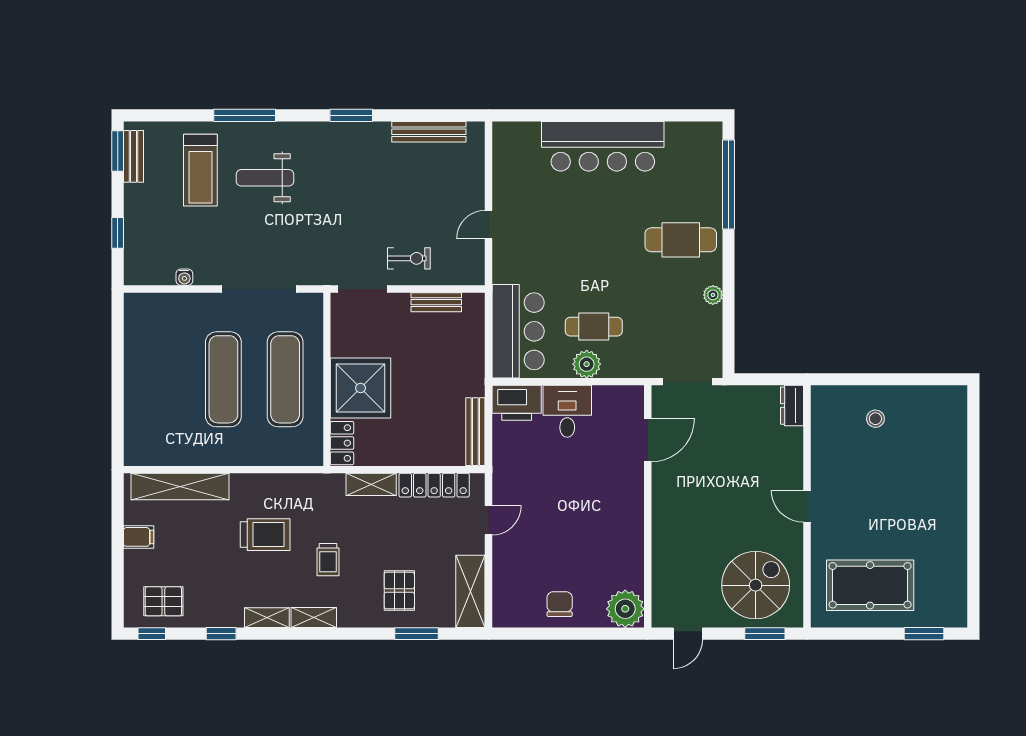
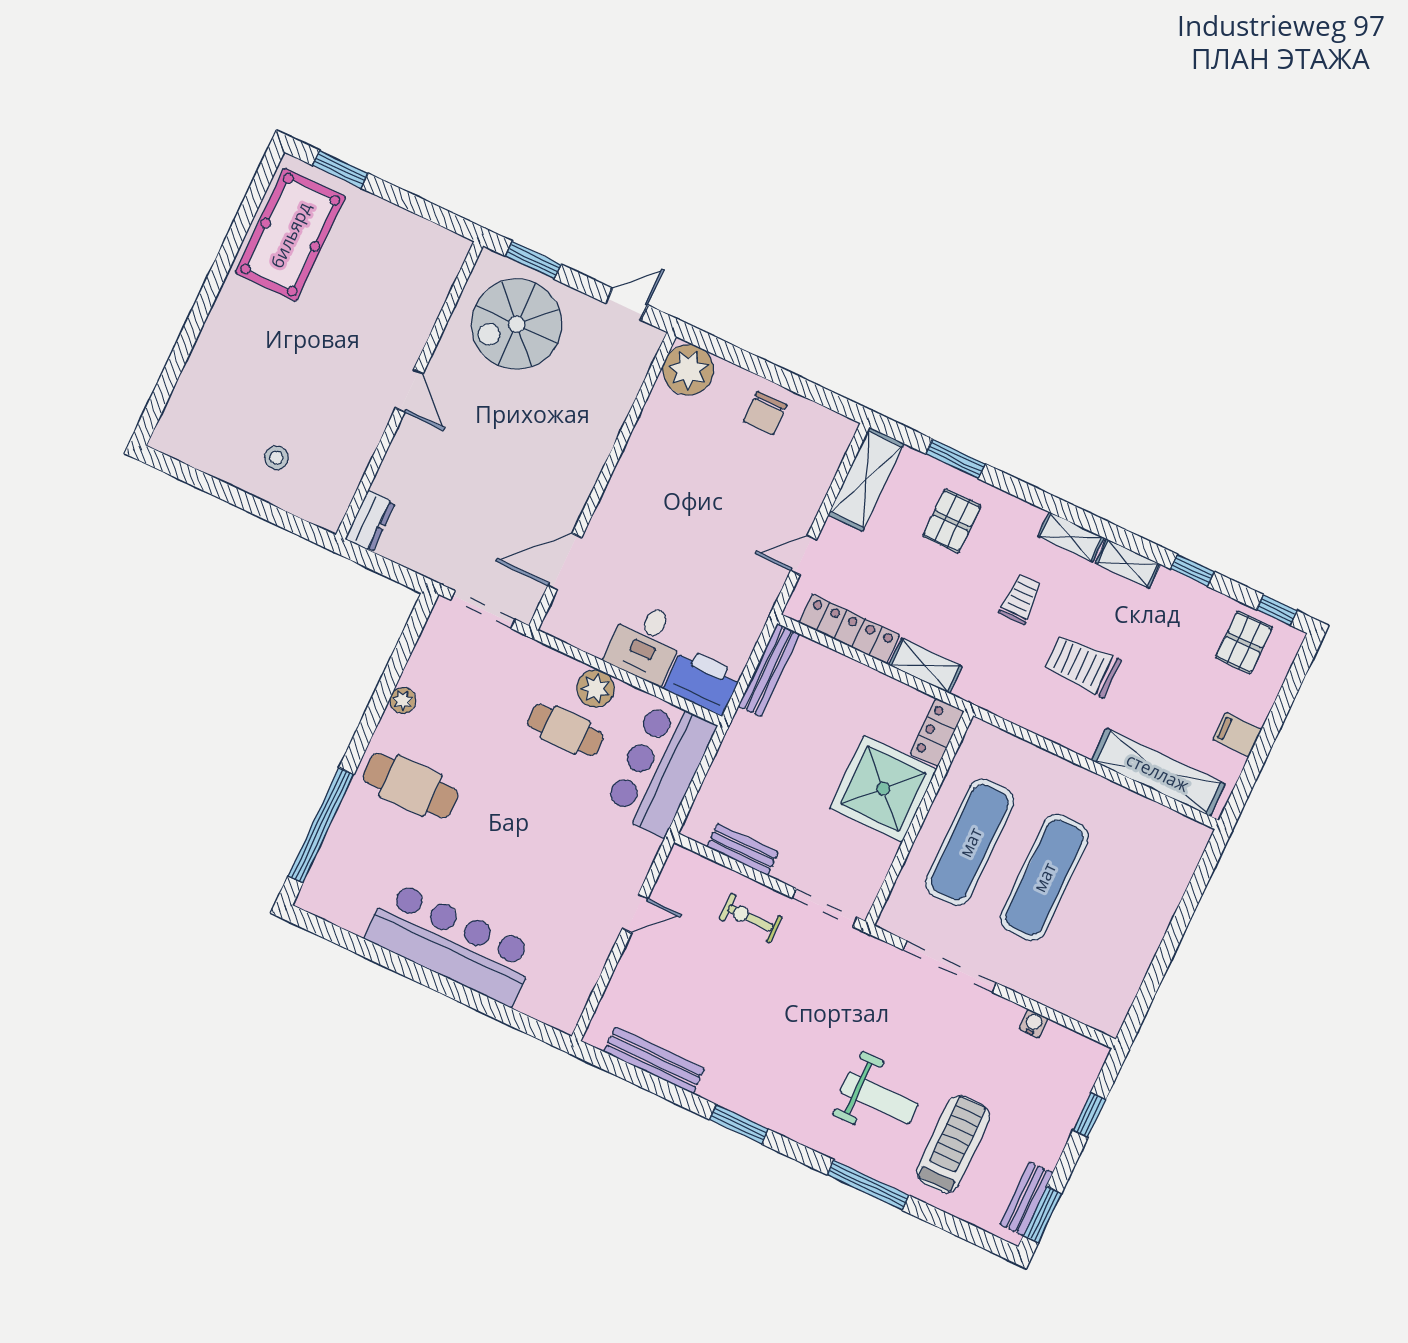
pool table: (870, 585) -> (290, 235), moved, turned 90
pallet: (163, 601) -> (1244, 642), turned 90

